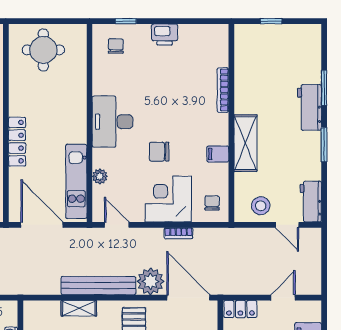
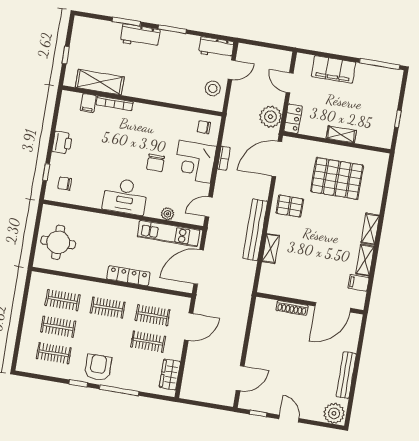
shelving: (245, 143) -> (100, 82), moved
filing cabinet: (218, 154) -> (88, 103), moved
plant: (151, 281) -> (271, 117), moved

